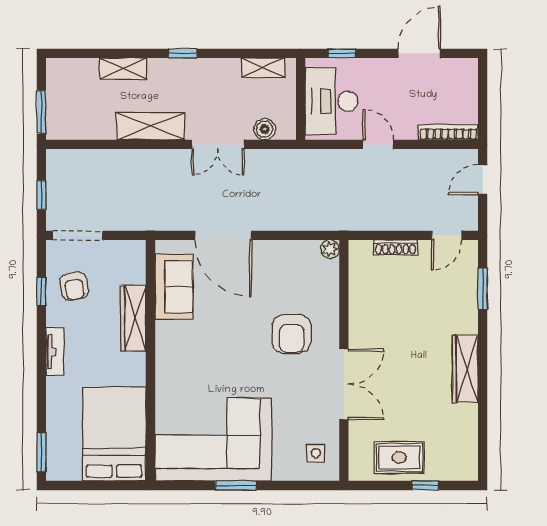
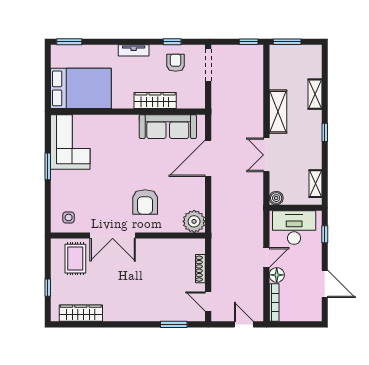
floor lamp: (405, 128) -> (277, 275), added
boiler: (265, 129) -> (276, 198), moved
window: (41, 195) -> (249, 42), moved
plant: (330, 249) -> (194, 221), width x1.88, depth x1.88
armchair: (74, 286) -> (176, 63), turned 100
sofa: (174, 286) -> (168, 127), width x1.36
armchair: (292, 334) -> (145, 202), turned -90
wardrobe: (465, 369) -> (81, 313), moved
corner sofa: (213, 440) -> (70, 142), width x0.73, depth x0.74
rug: (399, 457) -> (75, 259), moved

